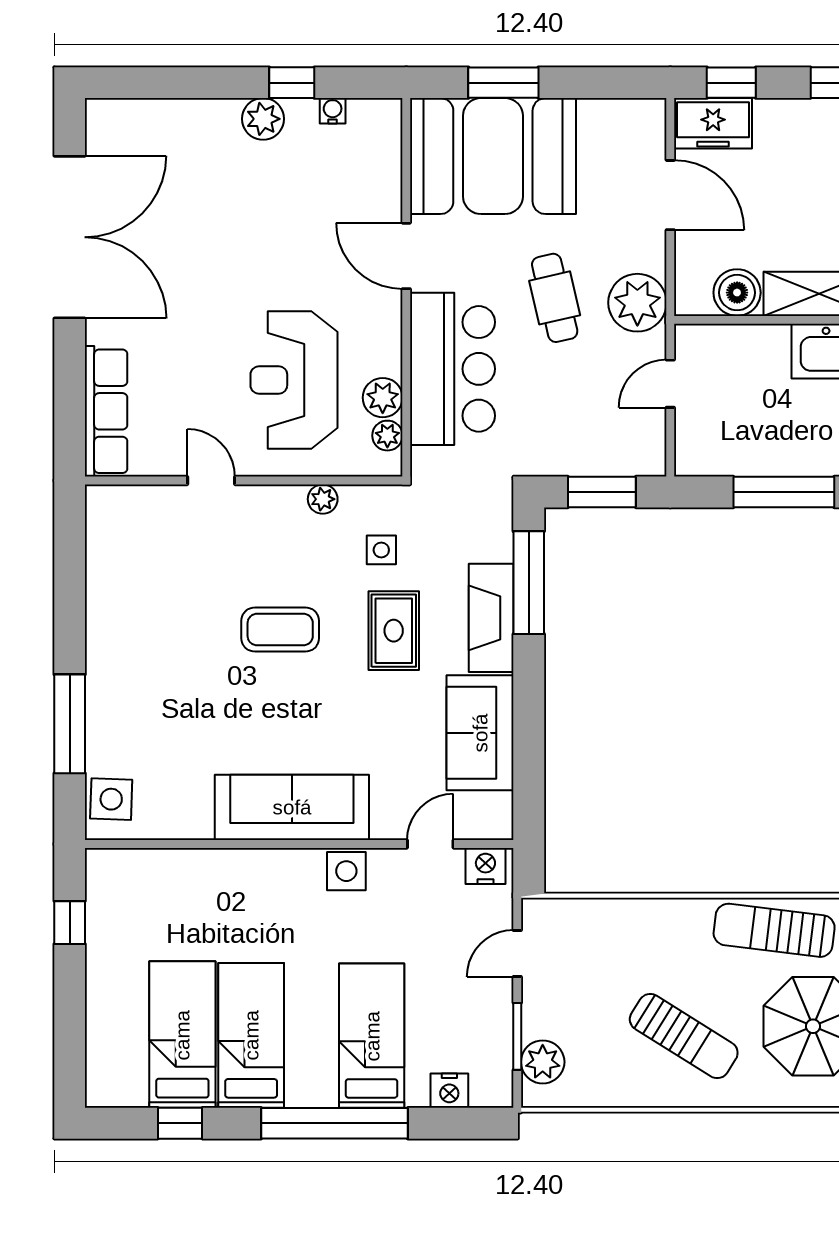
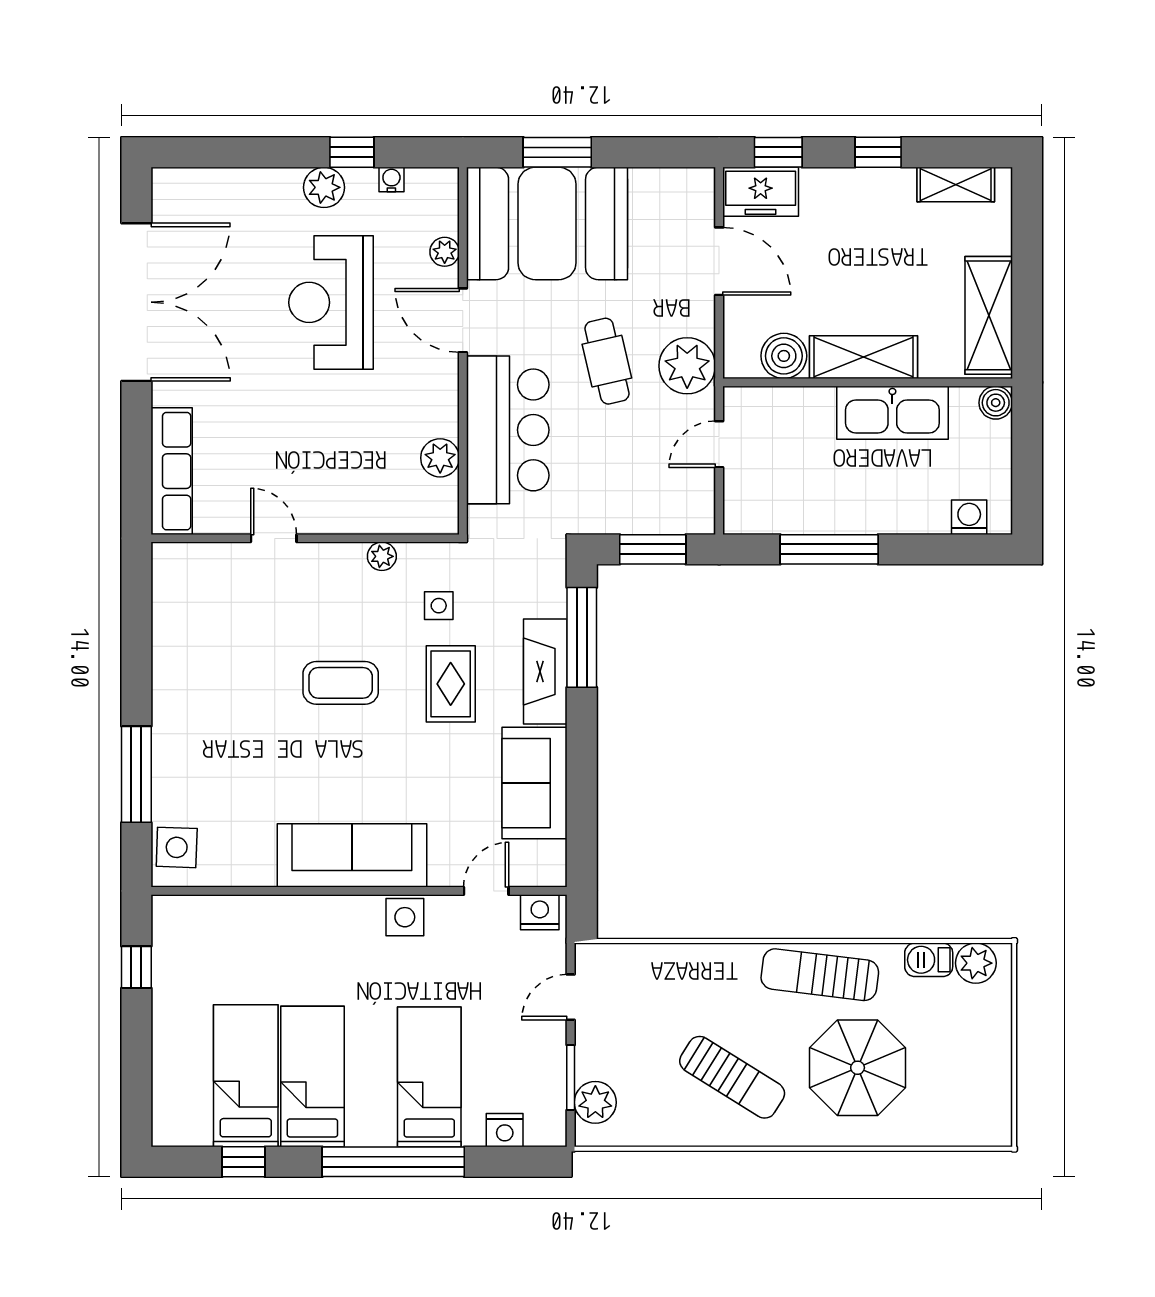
reception desk: (294, 380) -> (331, 302), moved
plant: (387, 436) -> (445, 252), moved

